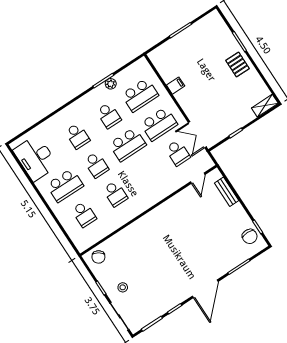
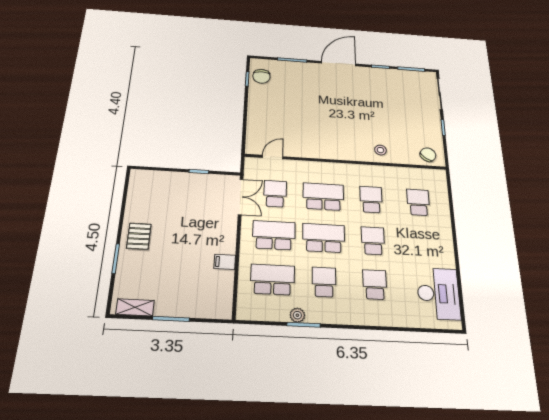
shelving: (265, 106) -> (135, 307), moved
school desk: (65, 185) -> (323, 197), moved
bench: (227, 192) -> (253, 126), removed
chair: (250, 236) -> (261, 76), turned 180
stool: (123, 287) -> (380, 150), moved

